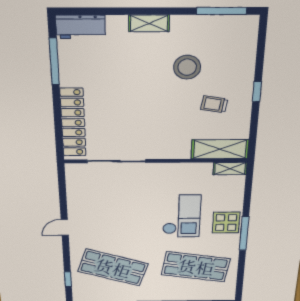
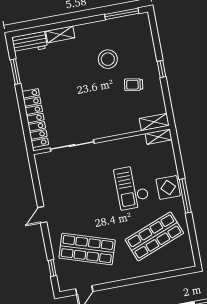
shelving: (149, 23) -> (60, 34), moved
window: (54, 61) -> (15, 72), width x0.69
shelving: (220, 149) -> (154, 122), width x0.67, depth x0.75
checkout: (182, 216) -> (132, 187), turned 180
shop shelf: (196, 267) -> (154, 236), turned -30

